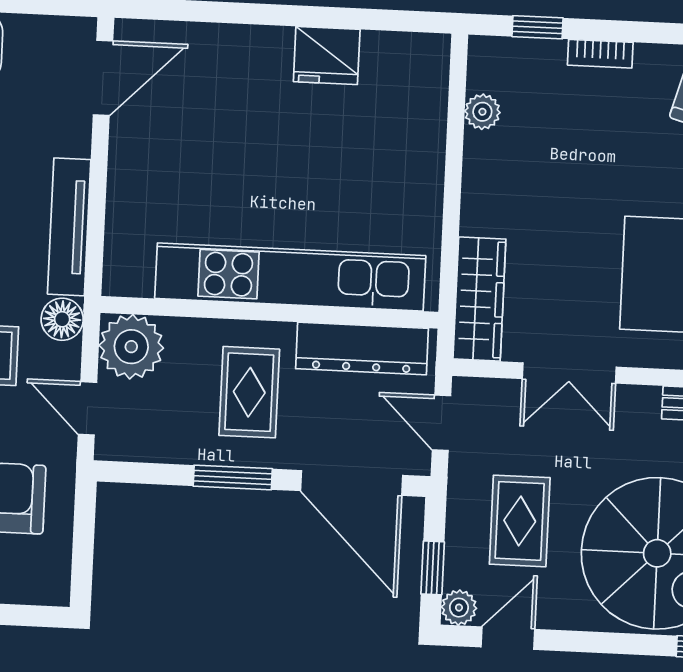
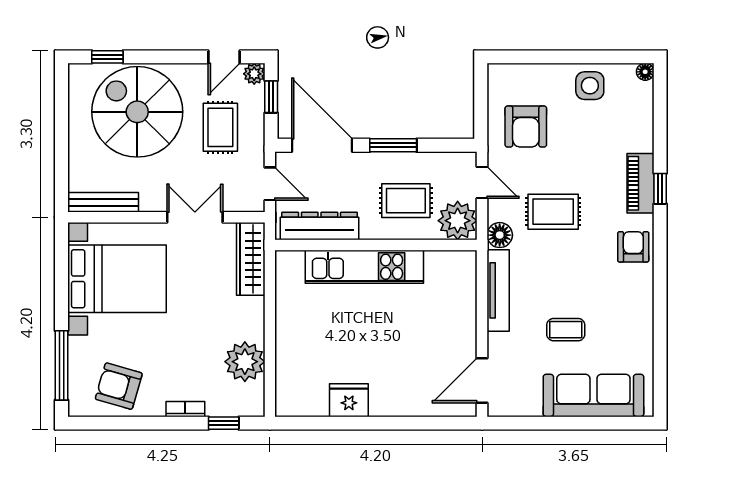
plant: (482, 112) -> (245, 362), width x1.88, depth x1.88
kitchen unit: (290, 277) -> (364, 267), width x0.73
rug: (249, 392) -> (406, 201), moved, turned 90

